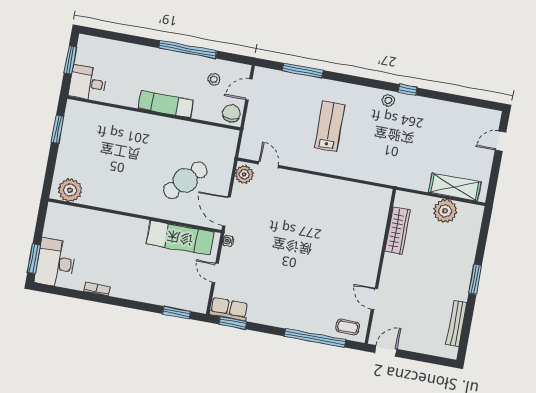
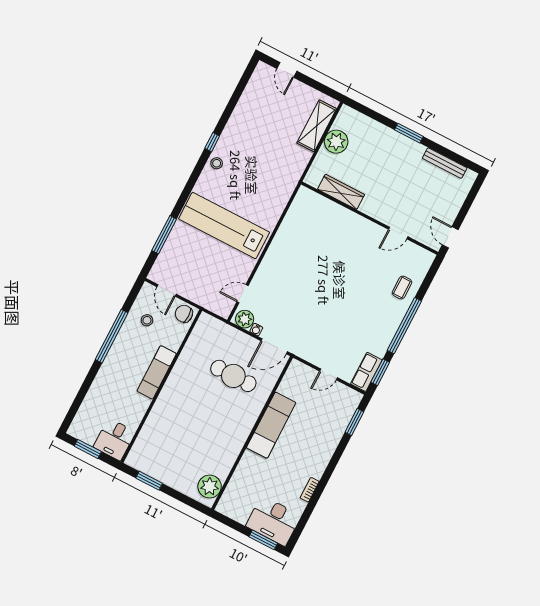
lab bench: (330, 126) -> (224, 226), width x1.86, depth x1.39
cafe table: (185, 180) -> (233, 376), turned -43
exam couch: (180, 238) -> (271, 425), moved
water cooler: (228, 241) -> (256, 330), moved
coffee table: (348, 327) -> (402, 287), moved
window: (315, 338) -> (404, 326), moved

